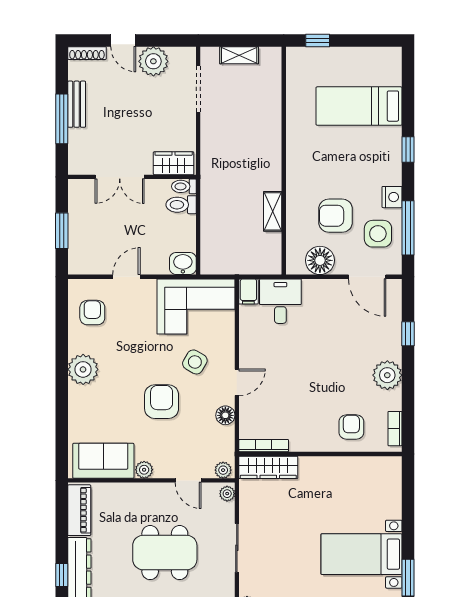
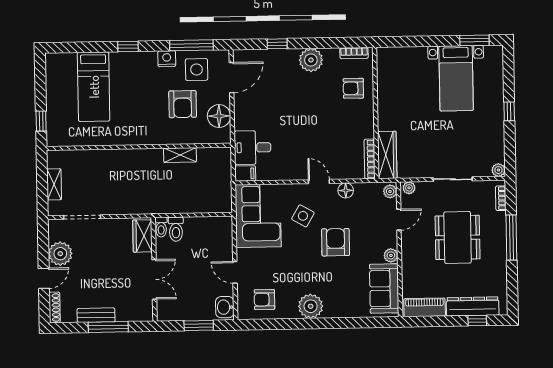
washbasin: (183, 263) -> (225, 307), moved
armchair: (162, 402) -> (336, 242), turned 90

